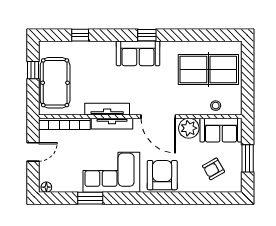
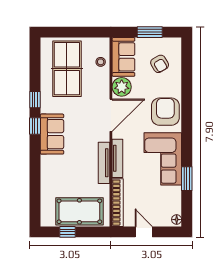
window: (80, 35) -> (35, 100), moved
armchair: (162, 175) -> (165, 112), turned 90

